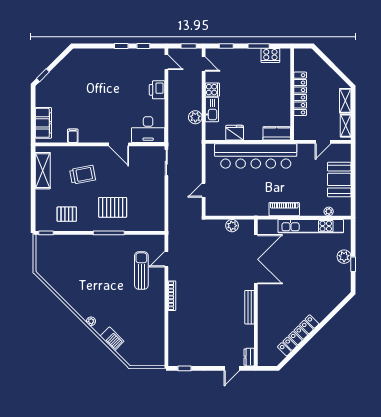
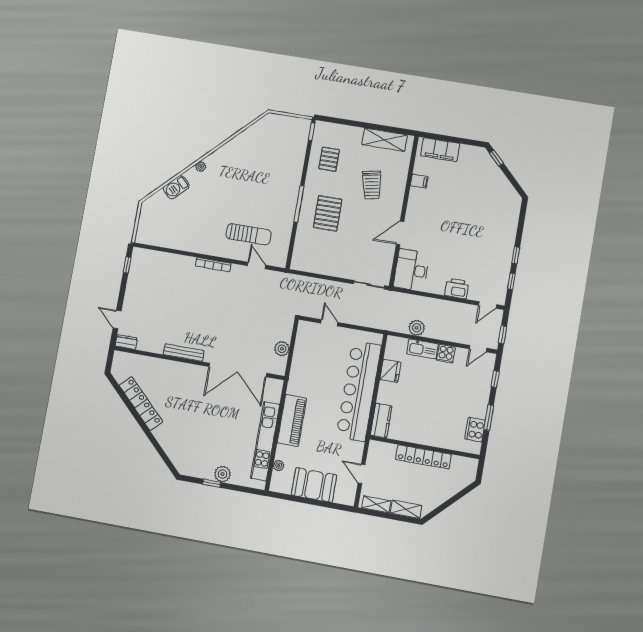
piano: (284, 209) -> (292, 420), width x1.37, depth x1.33

